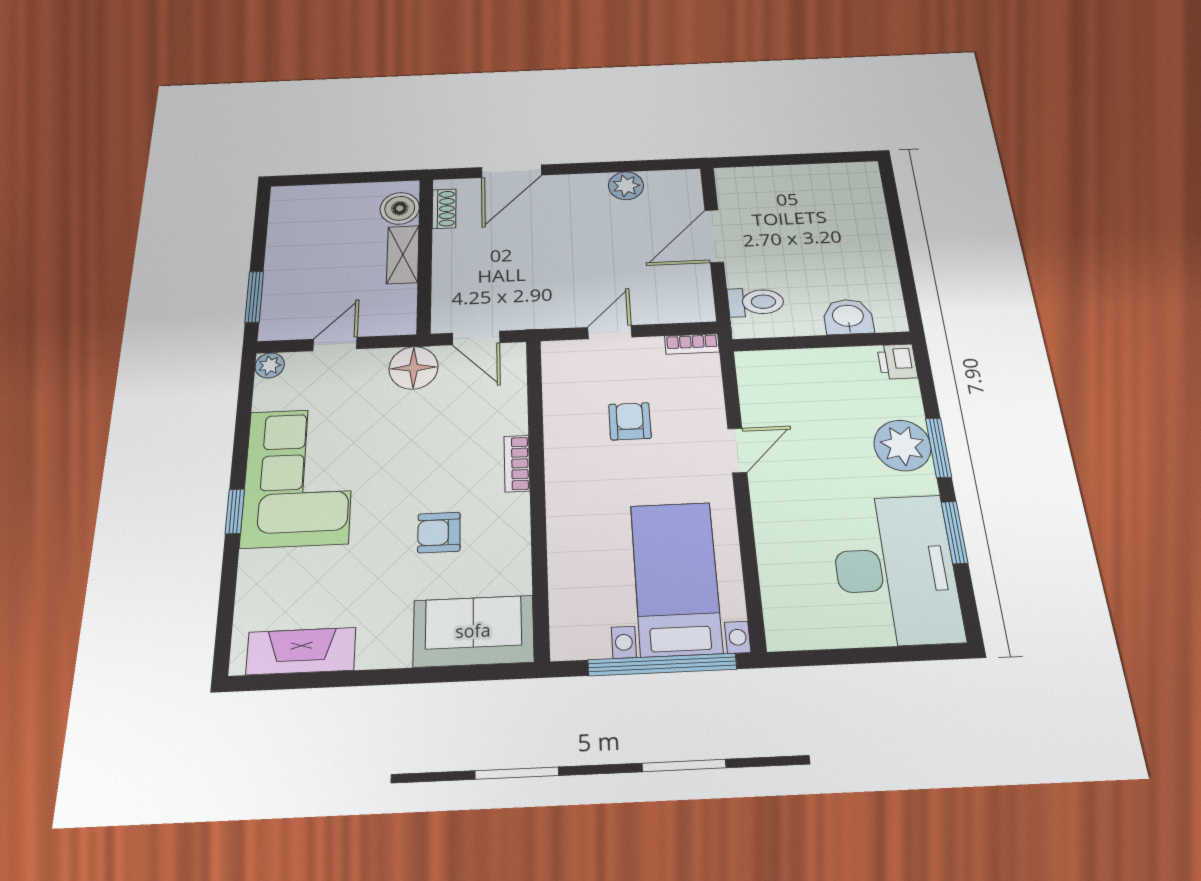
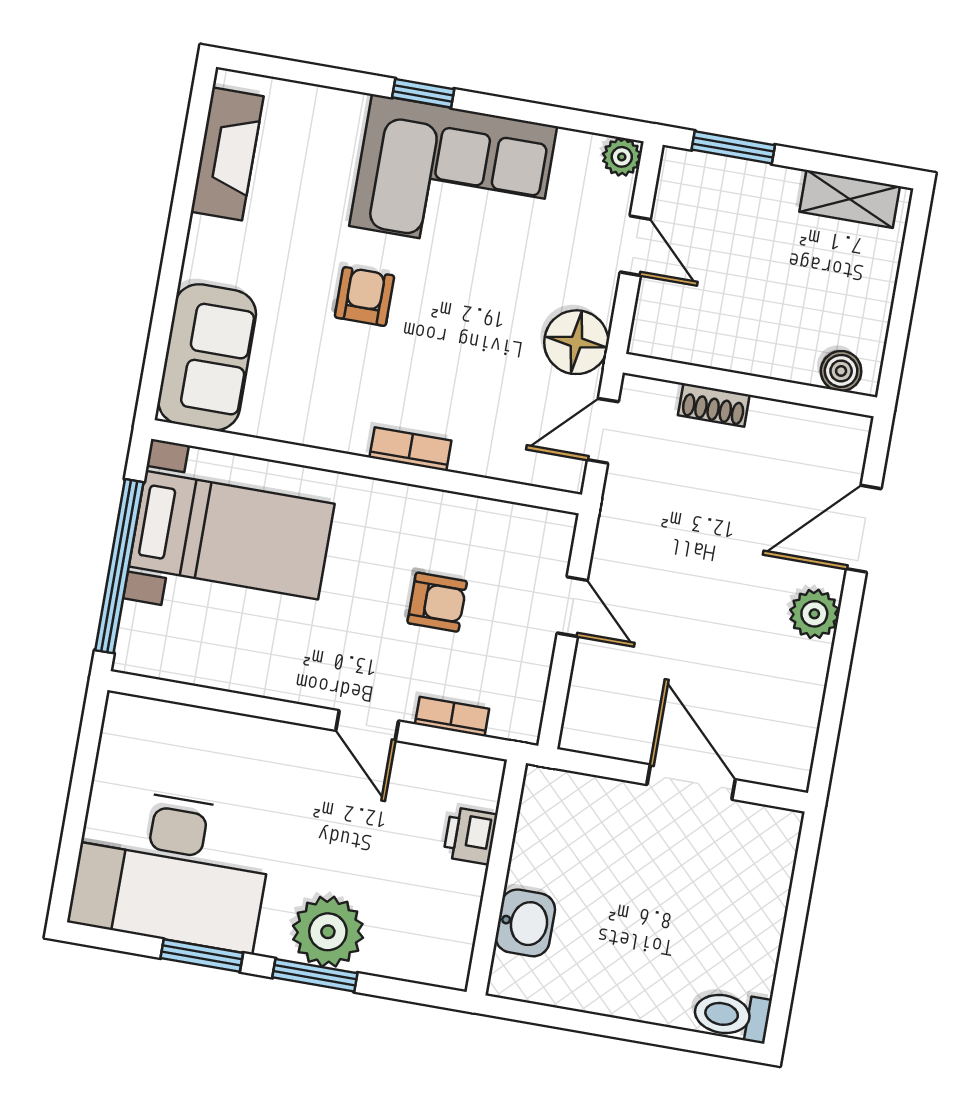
door: (512, 171) -> (864, 529), hinge flipped
plant: (626, 186) -> (814, 614), moved
boiler: (400, 208) -> (841, 371), width x0.73, depth x0.73
shoe rack: (444, 209) -> (714, 405), moved
shelving: (403, 255) -> (850, 199), moved
toilet: (756, 302) -> (732, 1016), moved, turned 90
bookcase: (692, 344) -> (452, 717), moved, turned 90
printer: (897, 362) -> (470, 836), moved, turned -90
armchair: (439, 532) -> (364, 296), moved
bed with nightstands: (676, 578) -> (232, 535), moved

